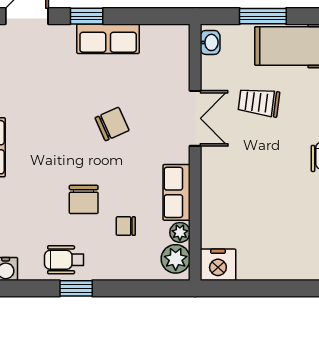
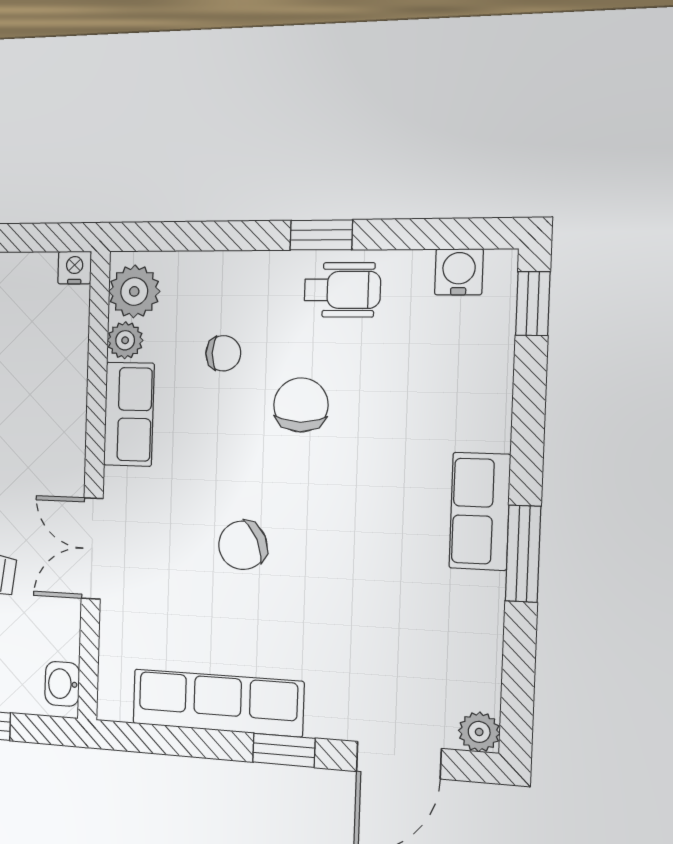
row of seats: (108, 39) -> (217, 703), width x1.48
nightstand: (218, 265) -> (75, 268), width x0.53, depth x0.56

